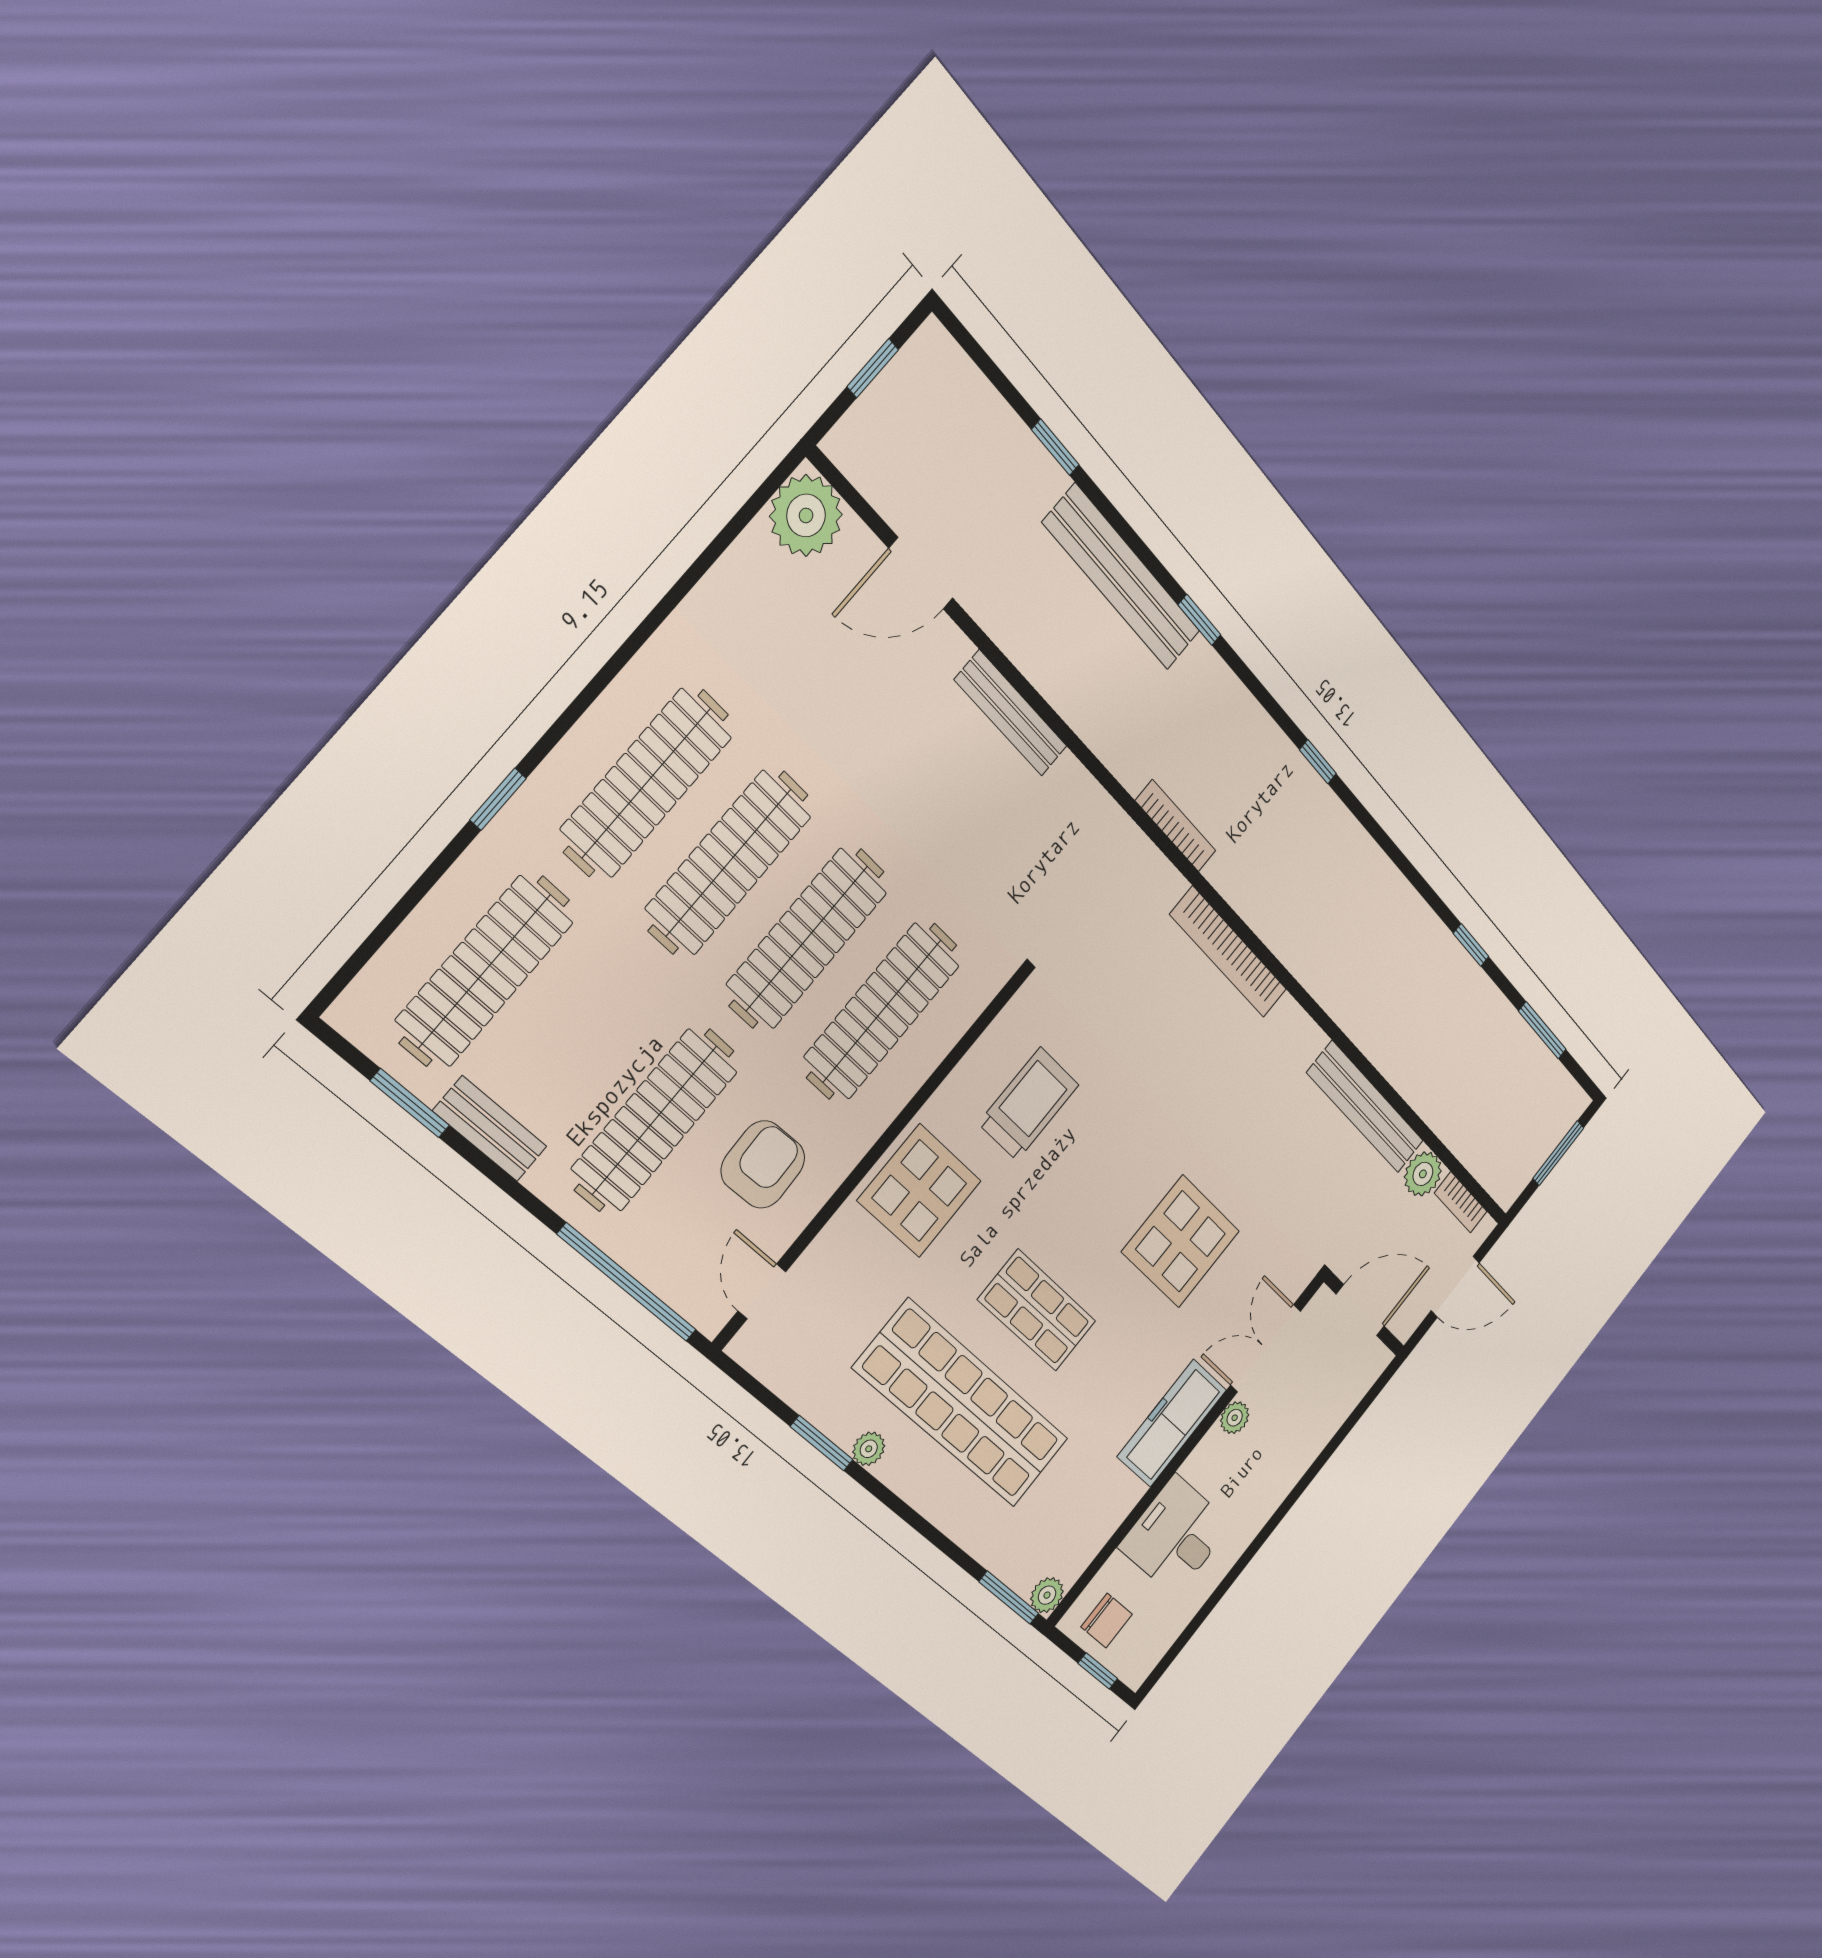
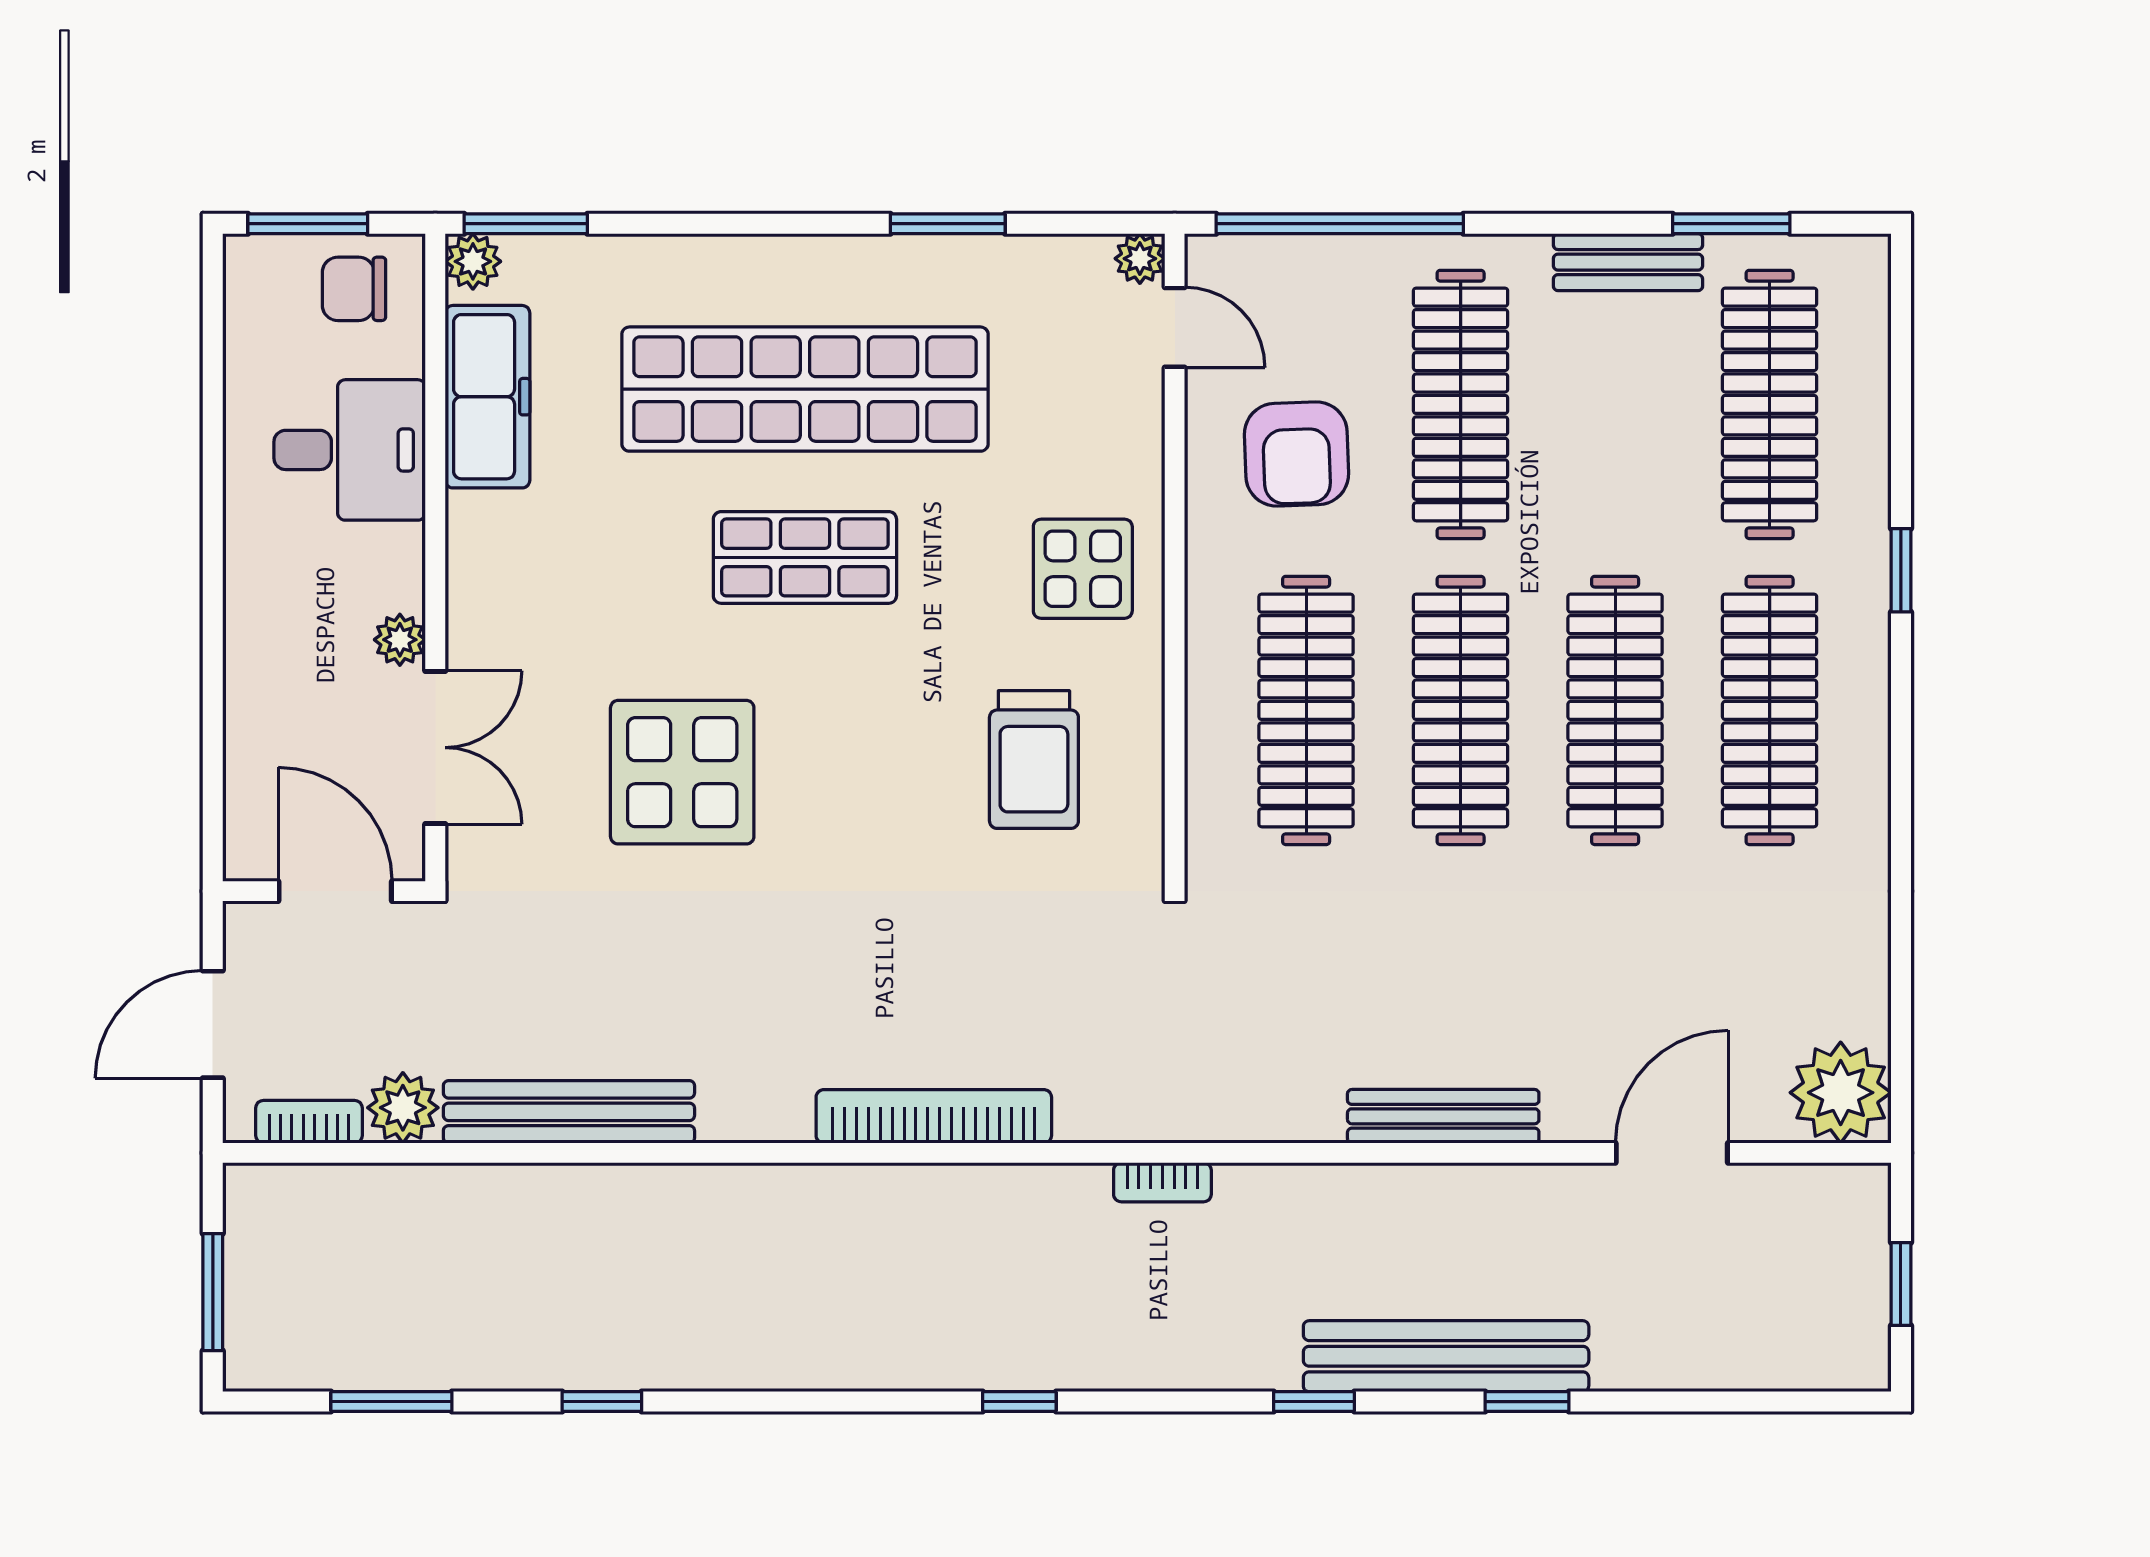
window: (1055, 447) -> (1527, 1402), moved
bookcase: (1176, 826) -> (1162, 1182), width x0.64
display table: (919, 1191) -> (1083, 569), width x0.73, depth x0.73
door: (1360, 1310) -> (335, 891), swing flipped
freezer: (1172, 1423) -> (487, 397), moved
plant: (869, 1449) -> (1140, 259), moved
window: (1098, 1671) -> (308, 224), width x1.50

